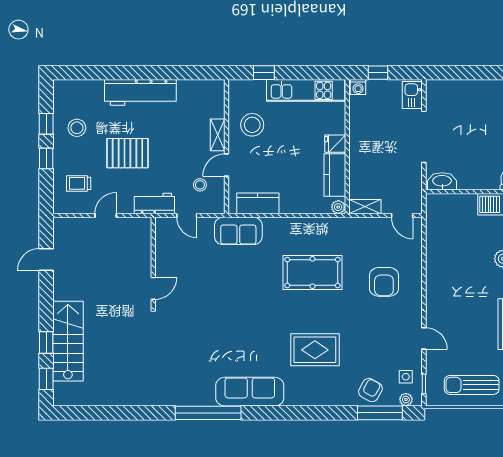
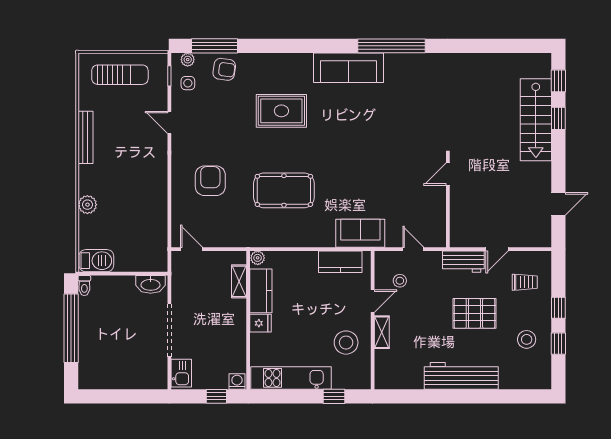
workbench: (154, 203) -> (463, 262), moved
shelving: (365, 207) -> (239, 281), moved, turned 90
armchair: (370, 390) -> (224, 69), turned -111

